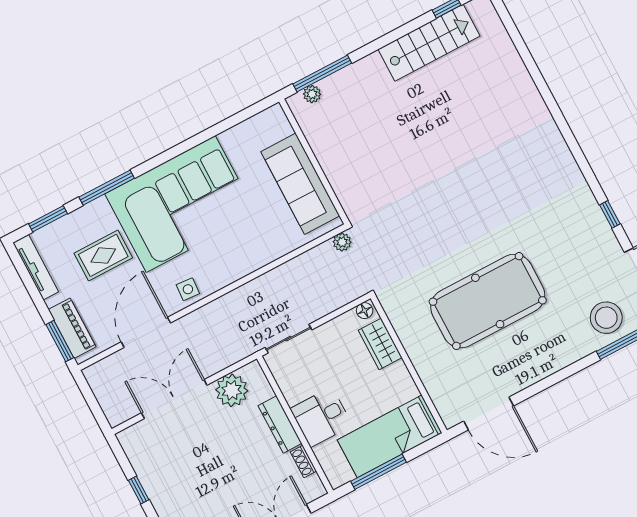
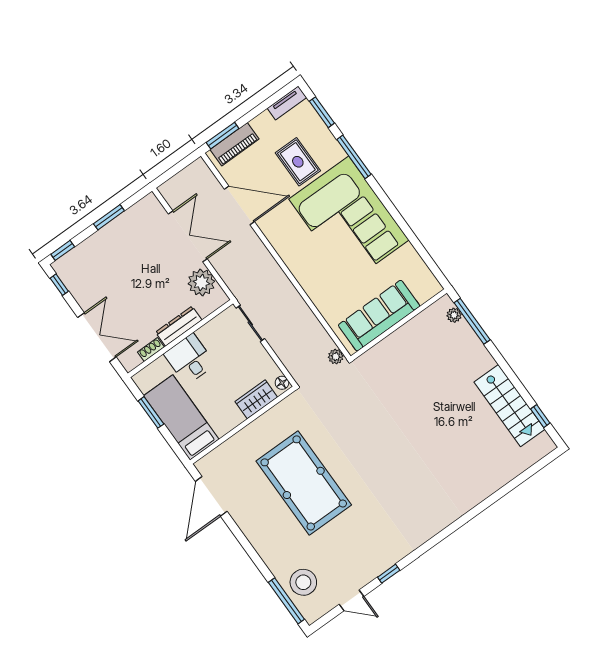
tv unit: (36, 267) -> (287, 103), width x0.71
side table: (188, 289) -> (280, 235), removed
window: (379, 472) -> (151, 412), width x0.69
window: (139, 490) -> (109, 217), width x1.50

